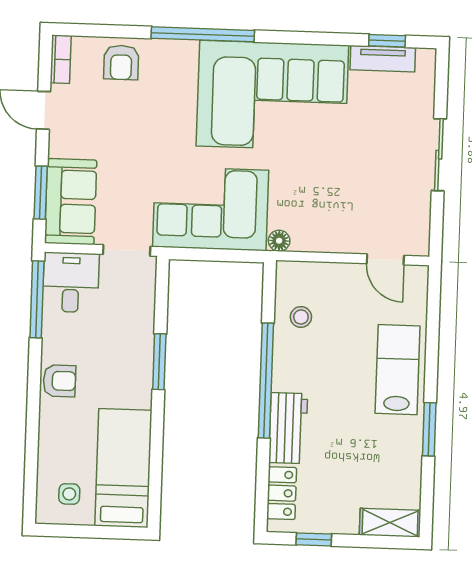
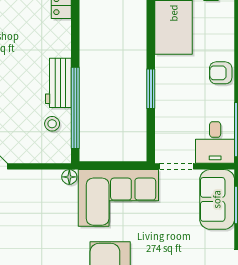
window: (266, 381) -> (75, 108), moved
workbench: (288, 428) -> (58, 83), moved

